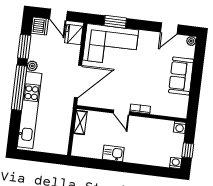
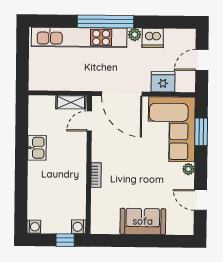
dishwasher: (40, 26) -> (153, 38), moved
fridge: (74, 34) -> (163, 82), moved
plant: (191, 41) -> (188, 169), moved
window: (24, 47) -> (157, 22), removed
door: (121, 113) -> (89, 121), moved
window: (188, 150) -> (65, 240), moved

